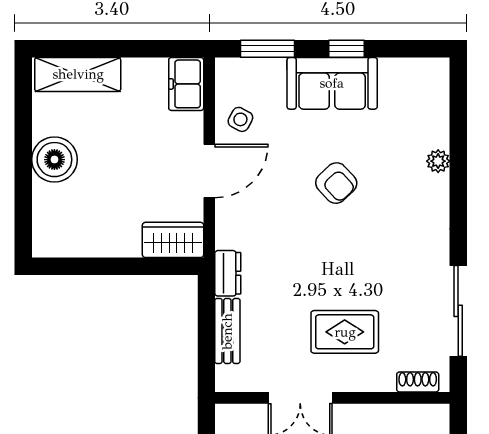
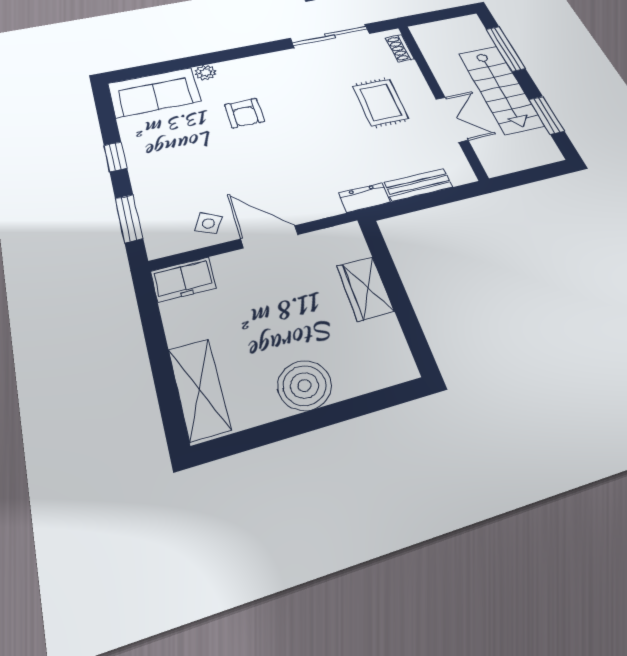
sofa: (332, 83) -> (154, 92), moved, turned 90
armchair: (336, 183) -> (244, 113), moved, turned 133
wardrobe: (173, 240) -> (365, 288), moved

